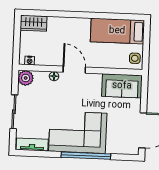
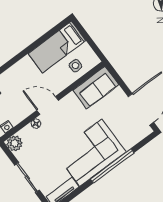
side table: (135, 58) -> (76, 66), moved

